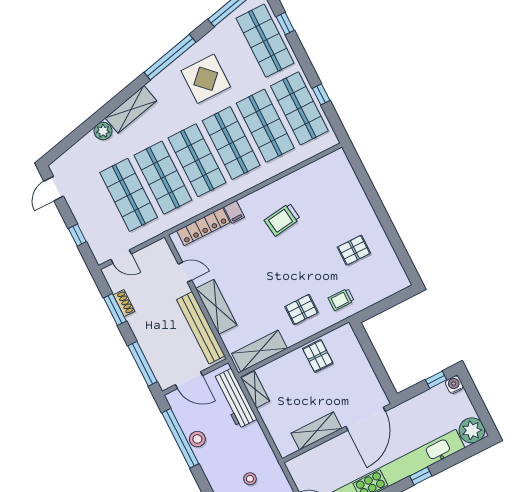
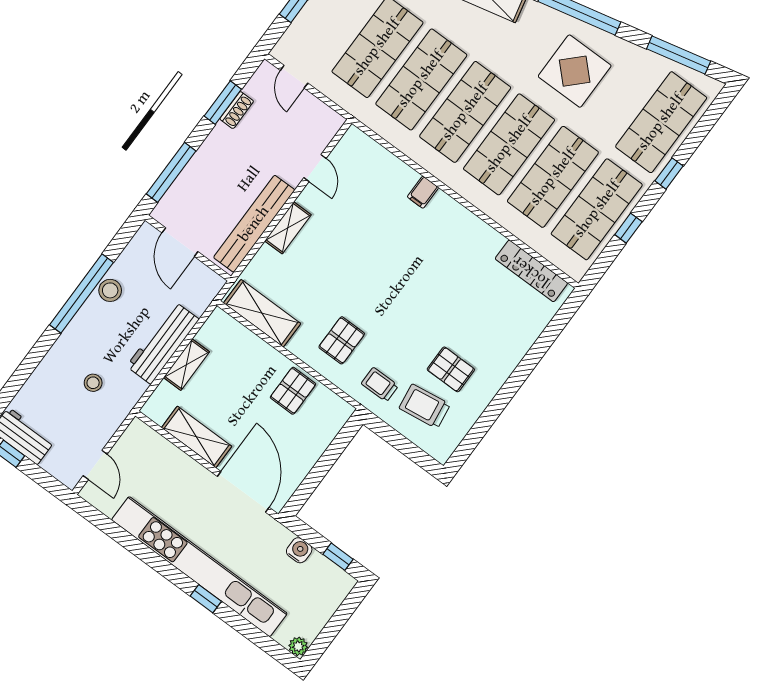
window: (285, 23) -> (669, 173), moved
trolley: (282, 220) -> (425, 406), moved
locker: (203, 227) -> (531, 271), moved
shelving: (216, 307) -> (288, 228), width x0.67, depth x0.75
pallet: (301, 310) -> (342, 340), turned 90
water cooler: (454, 385) -> (299, 550), moved
shelving: (255, 390) -> (186, 365), moved
workbench: (235, 399) -> (163, 343), moved
door: (366, 419) -> (243, 492), swing flipped
plant: (472, 430) -> (298, 646), width x0.53, depth x0.53
window: (180, 438) -> (81, 294), moved

